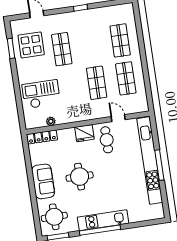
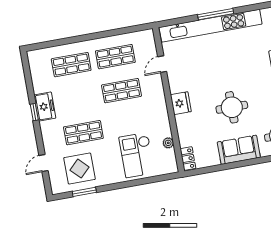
freezer: (85, 17) -> (45, 107), added
locker: (42, 137) -> (188, 159), width x0.66
cafe table: (107, 140) -> (188, 77), removed

